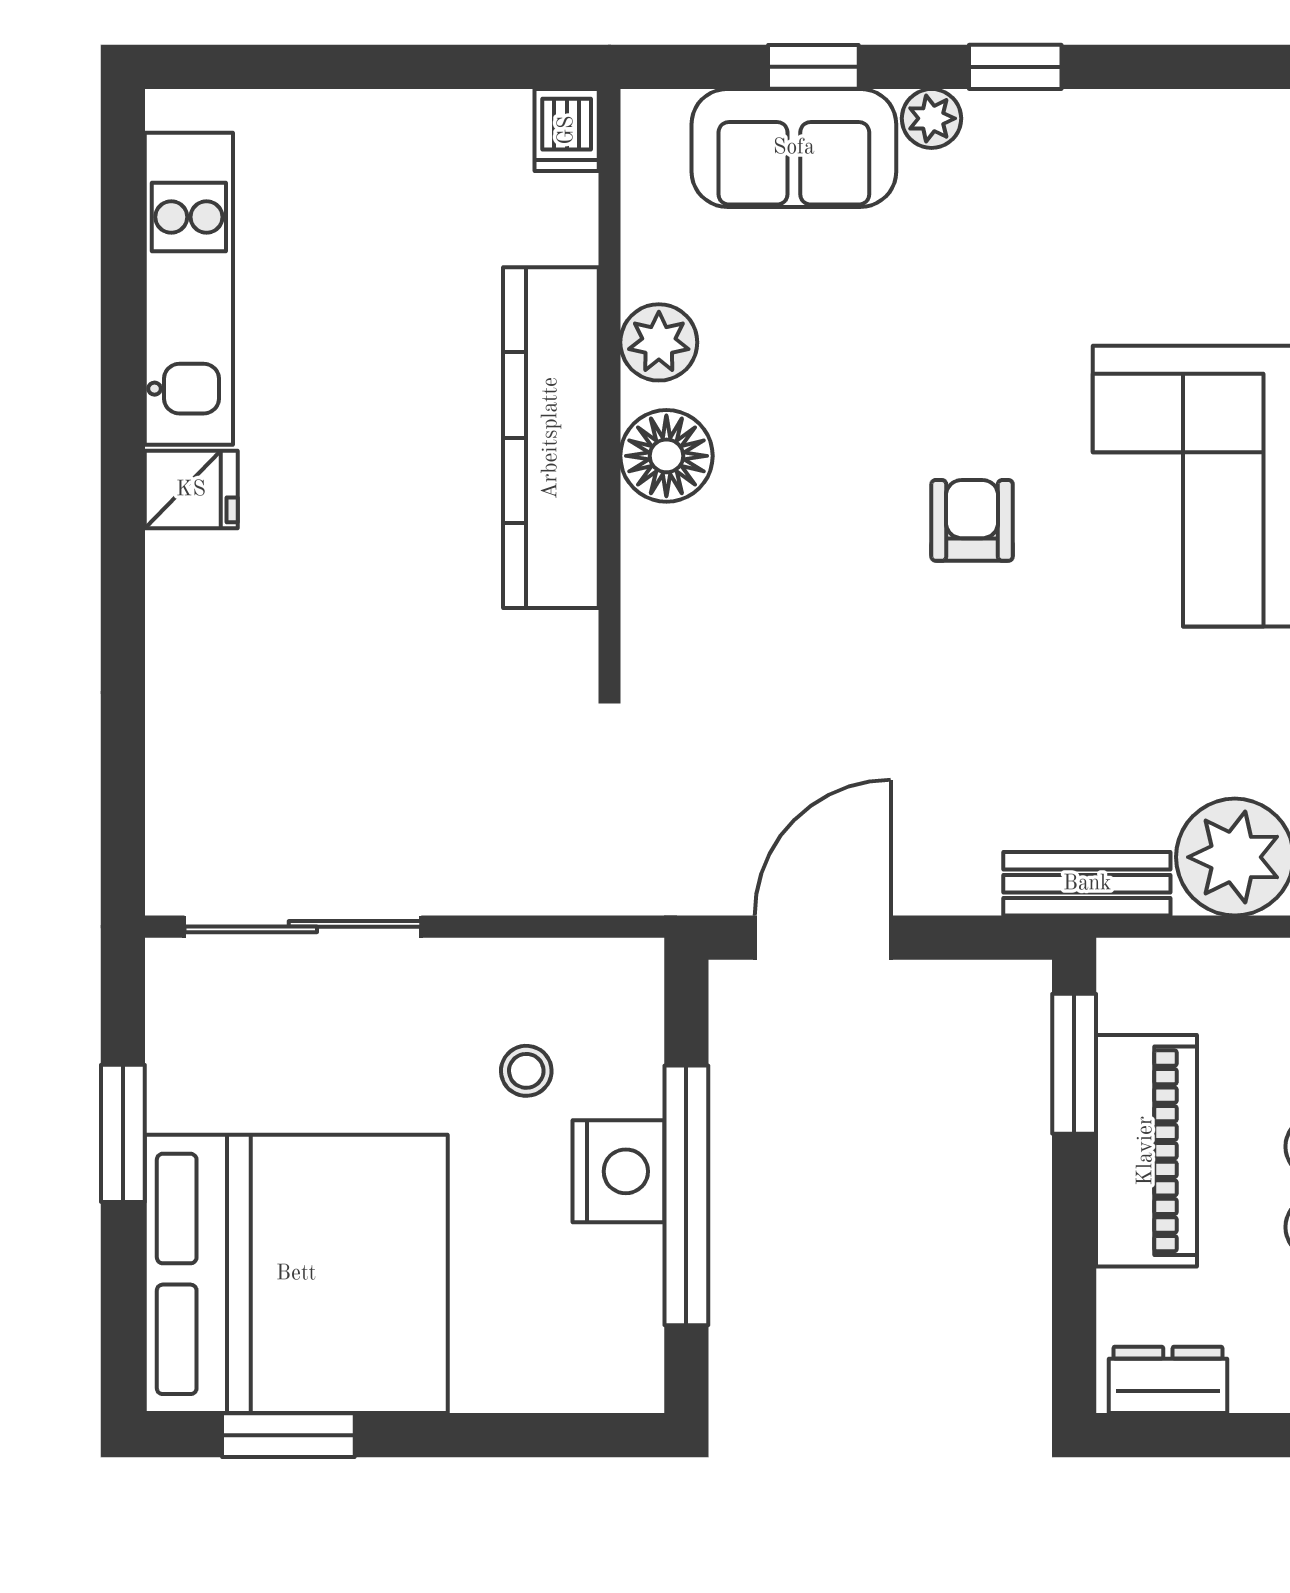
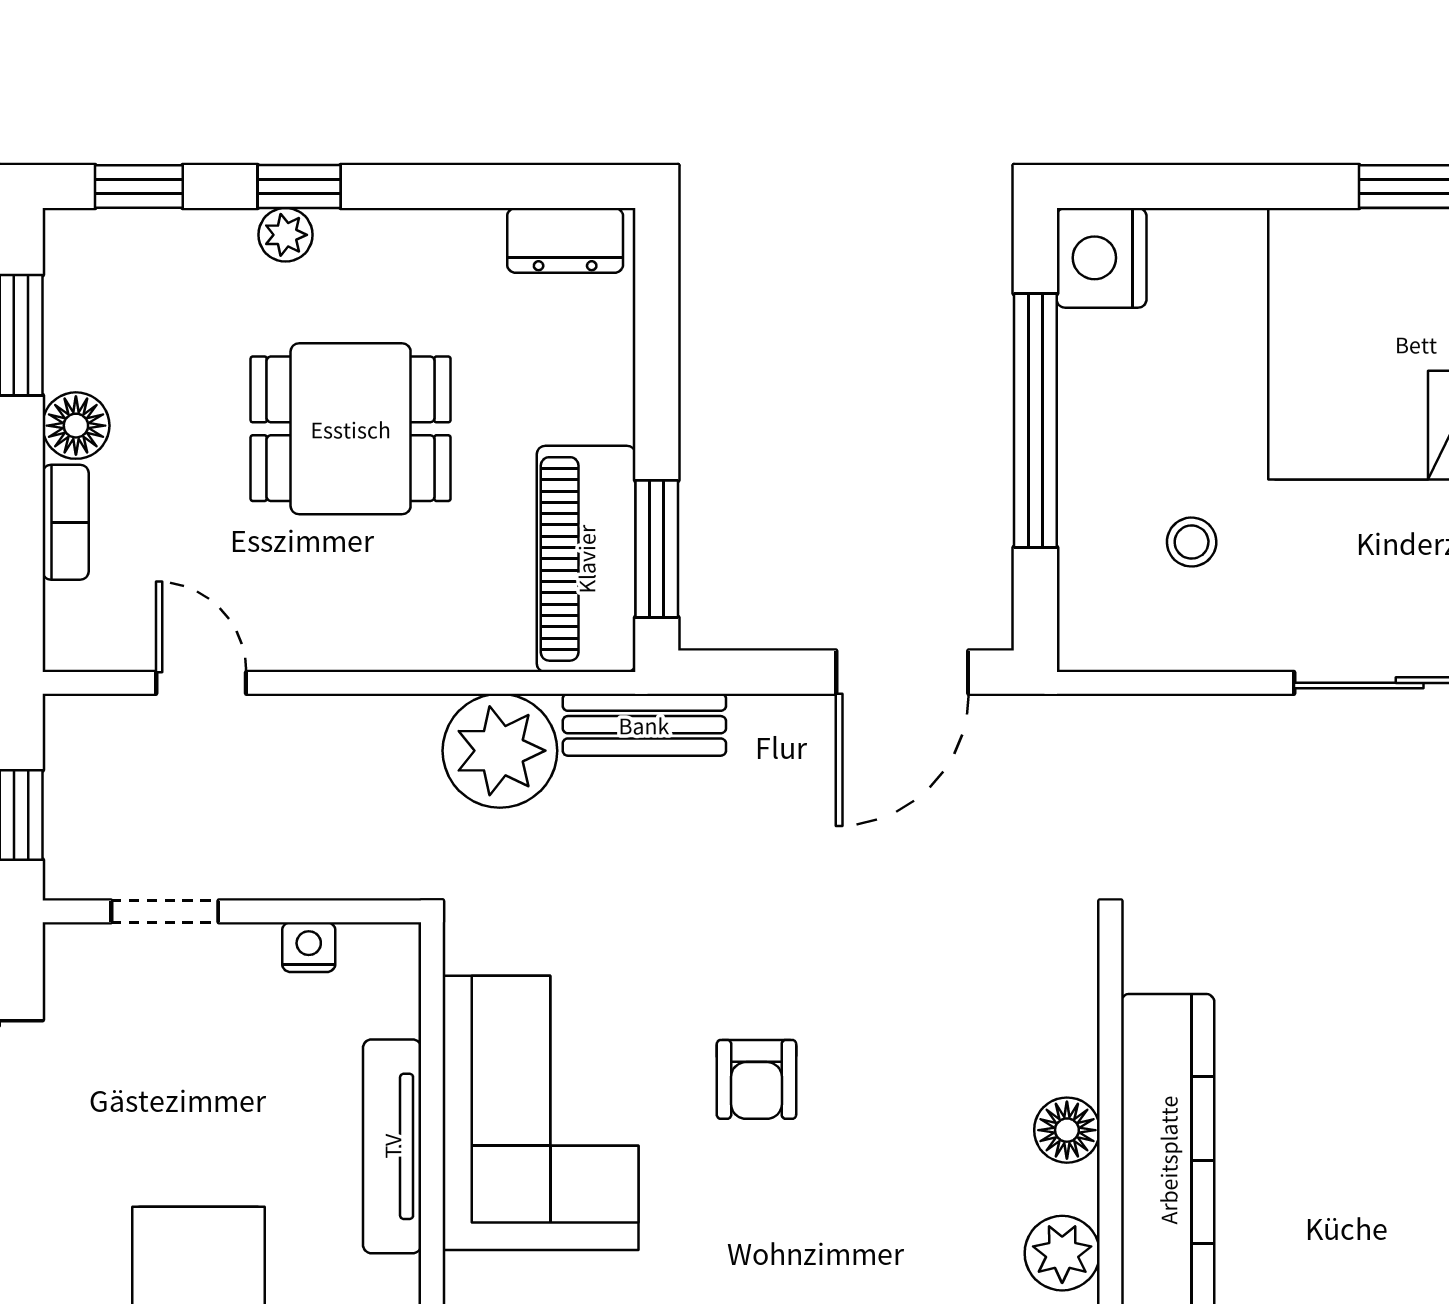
floor lamp: (666, 456) -> (1067, 1130), width x0.73, depth x0.73
piano: (1146, 1151) -> (586, 559), moved
nightstand: (618, 1171) -> (1102, 258), moved

